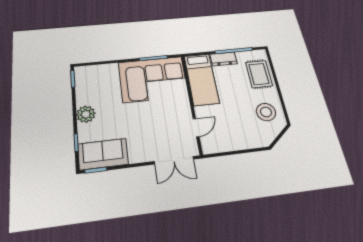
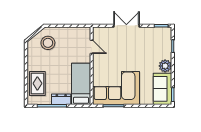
stool: (266, 112) -> (48, 43), moved
door: (196, 128) -> (92, 47), swing flipped
sofa: (103, 154) -> (163, 89), moved, turned 90
double door: (174, 160) -> (126, 26), moved

